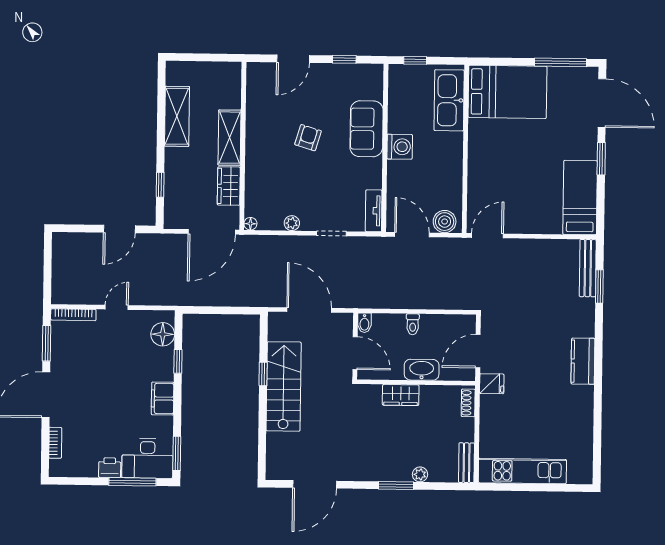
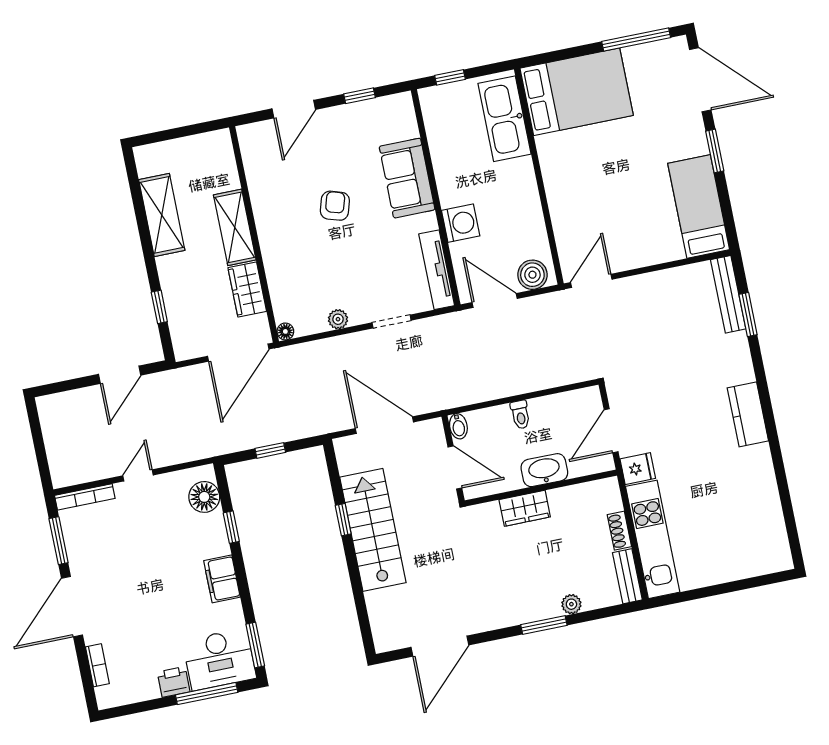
washing machine: (400, 147) -> (461, 223), moved
tv unit: (374, 211) -> (437, 270), width x1.41
window: (220, 310) -> (270, 450), added
shoe rack: (468, 403) -> (619, 531), moved
kitchen unit: (522, 471) -> (653, 539), moved, turned 90

